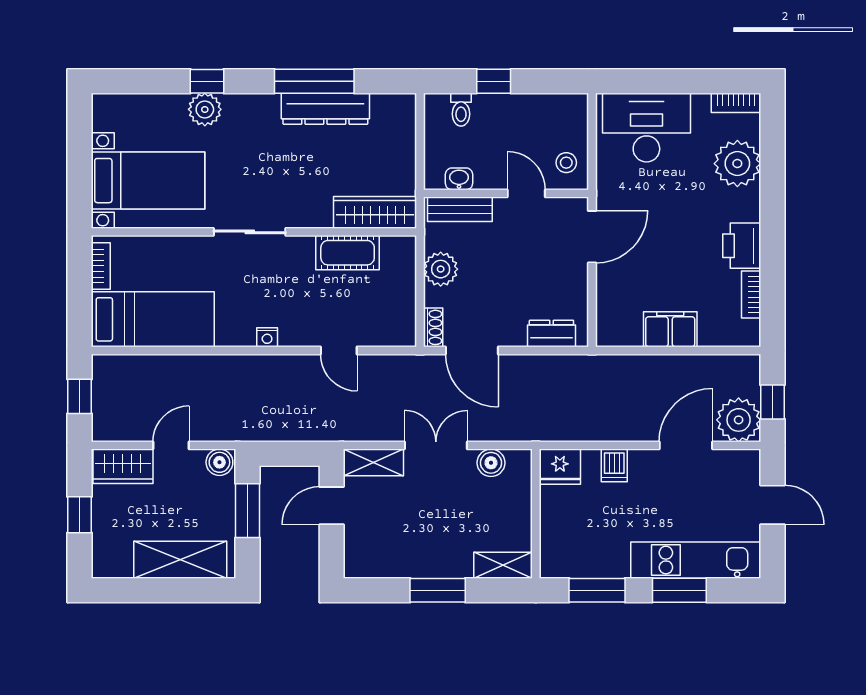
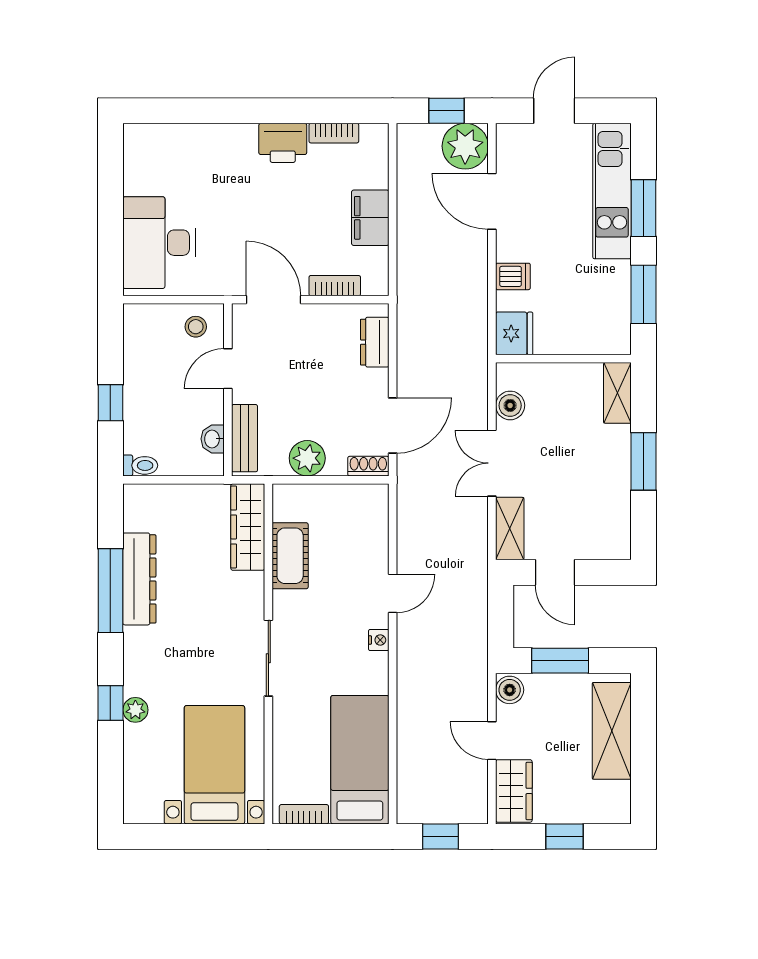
bookcase: (736, 103) -> (335, 286), moved, turned -90
plant: (205, 109) -> (135, 710), width x0.73, depth x0.73
toilet: (461, 110) -> (140, 465), moved
plant: (737, 164) -> (197, 147), removed
door: (339, 351) -> (393, 593), moved

